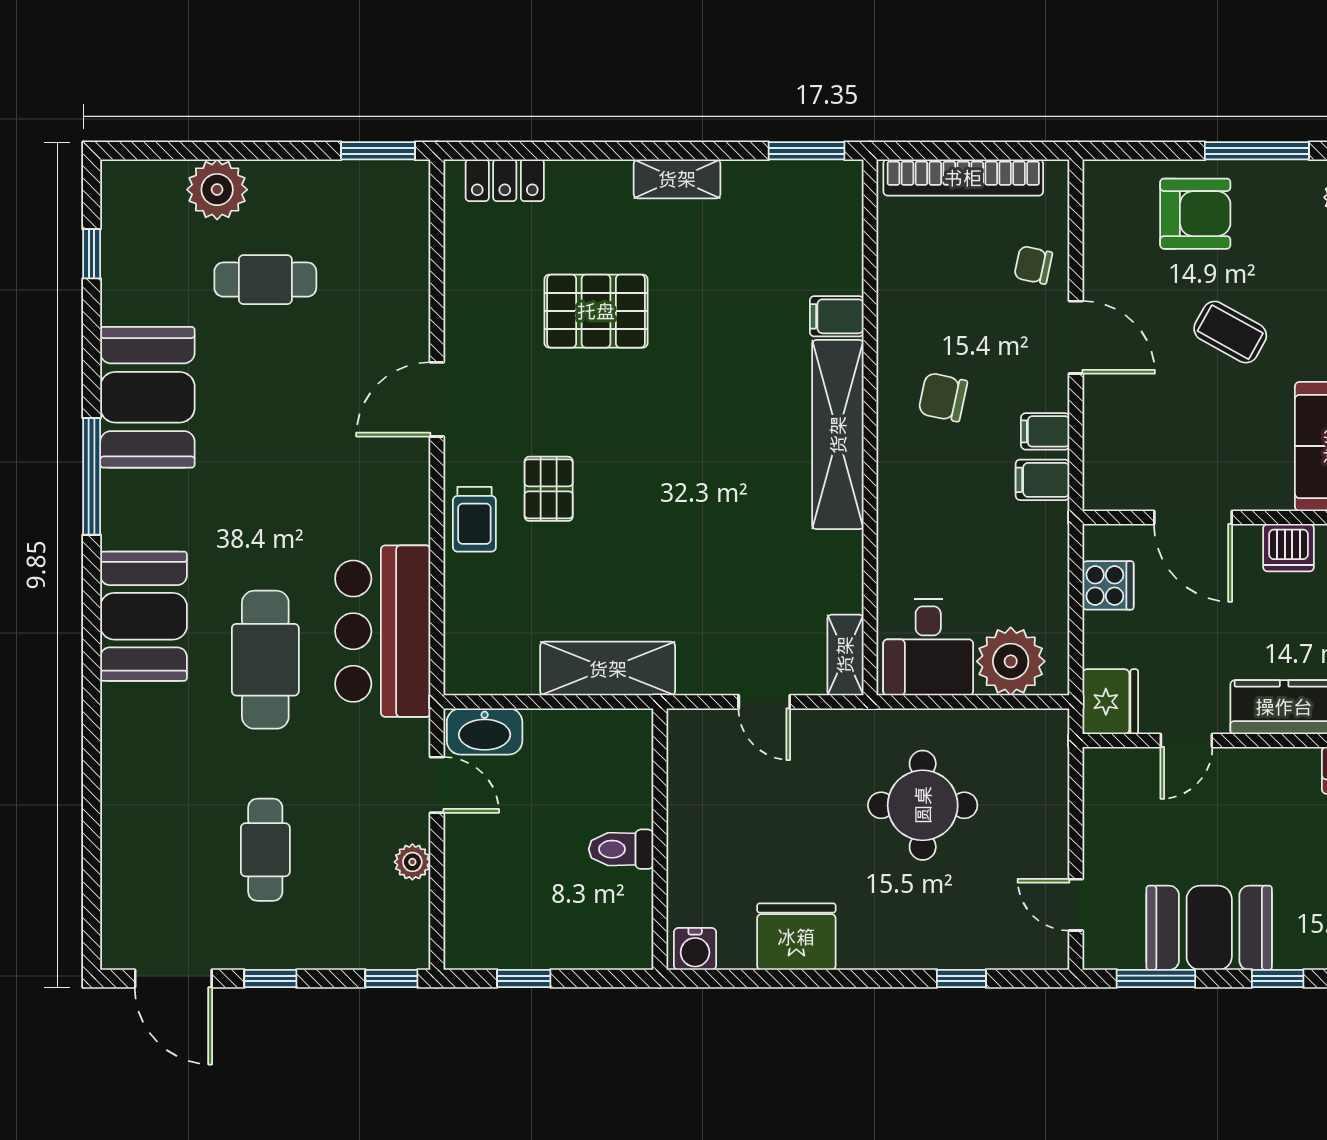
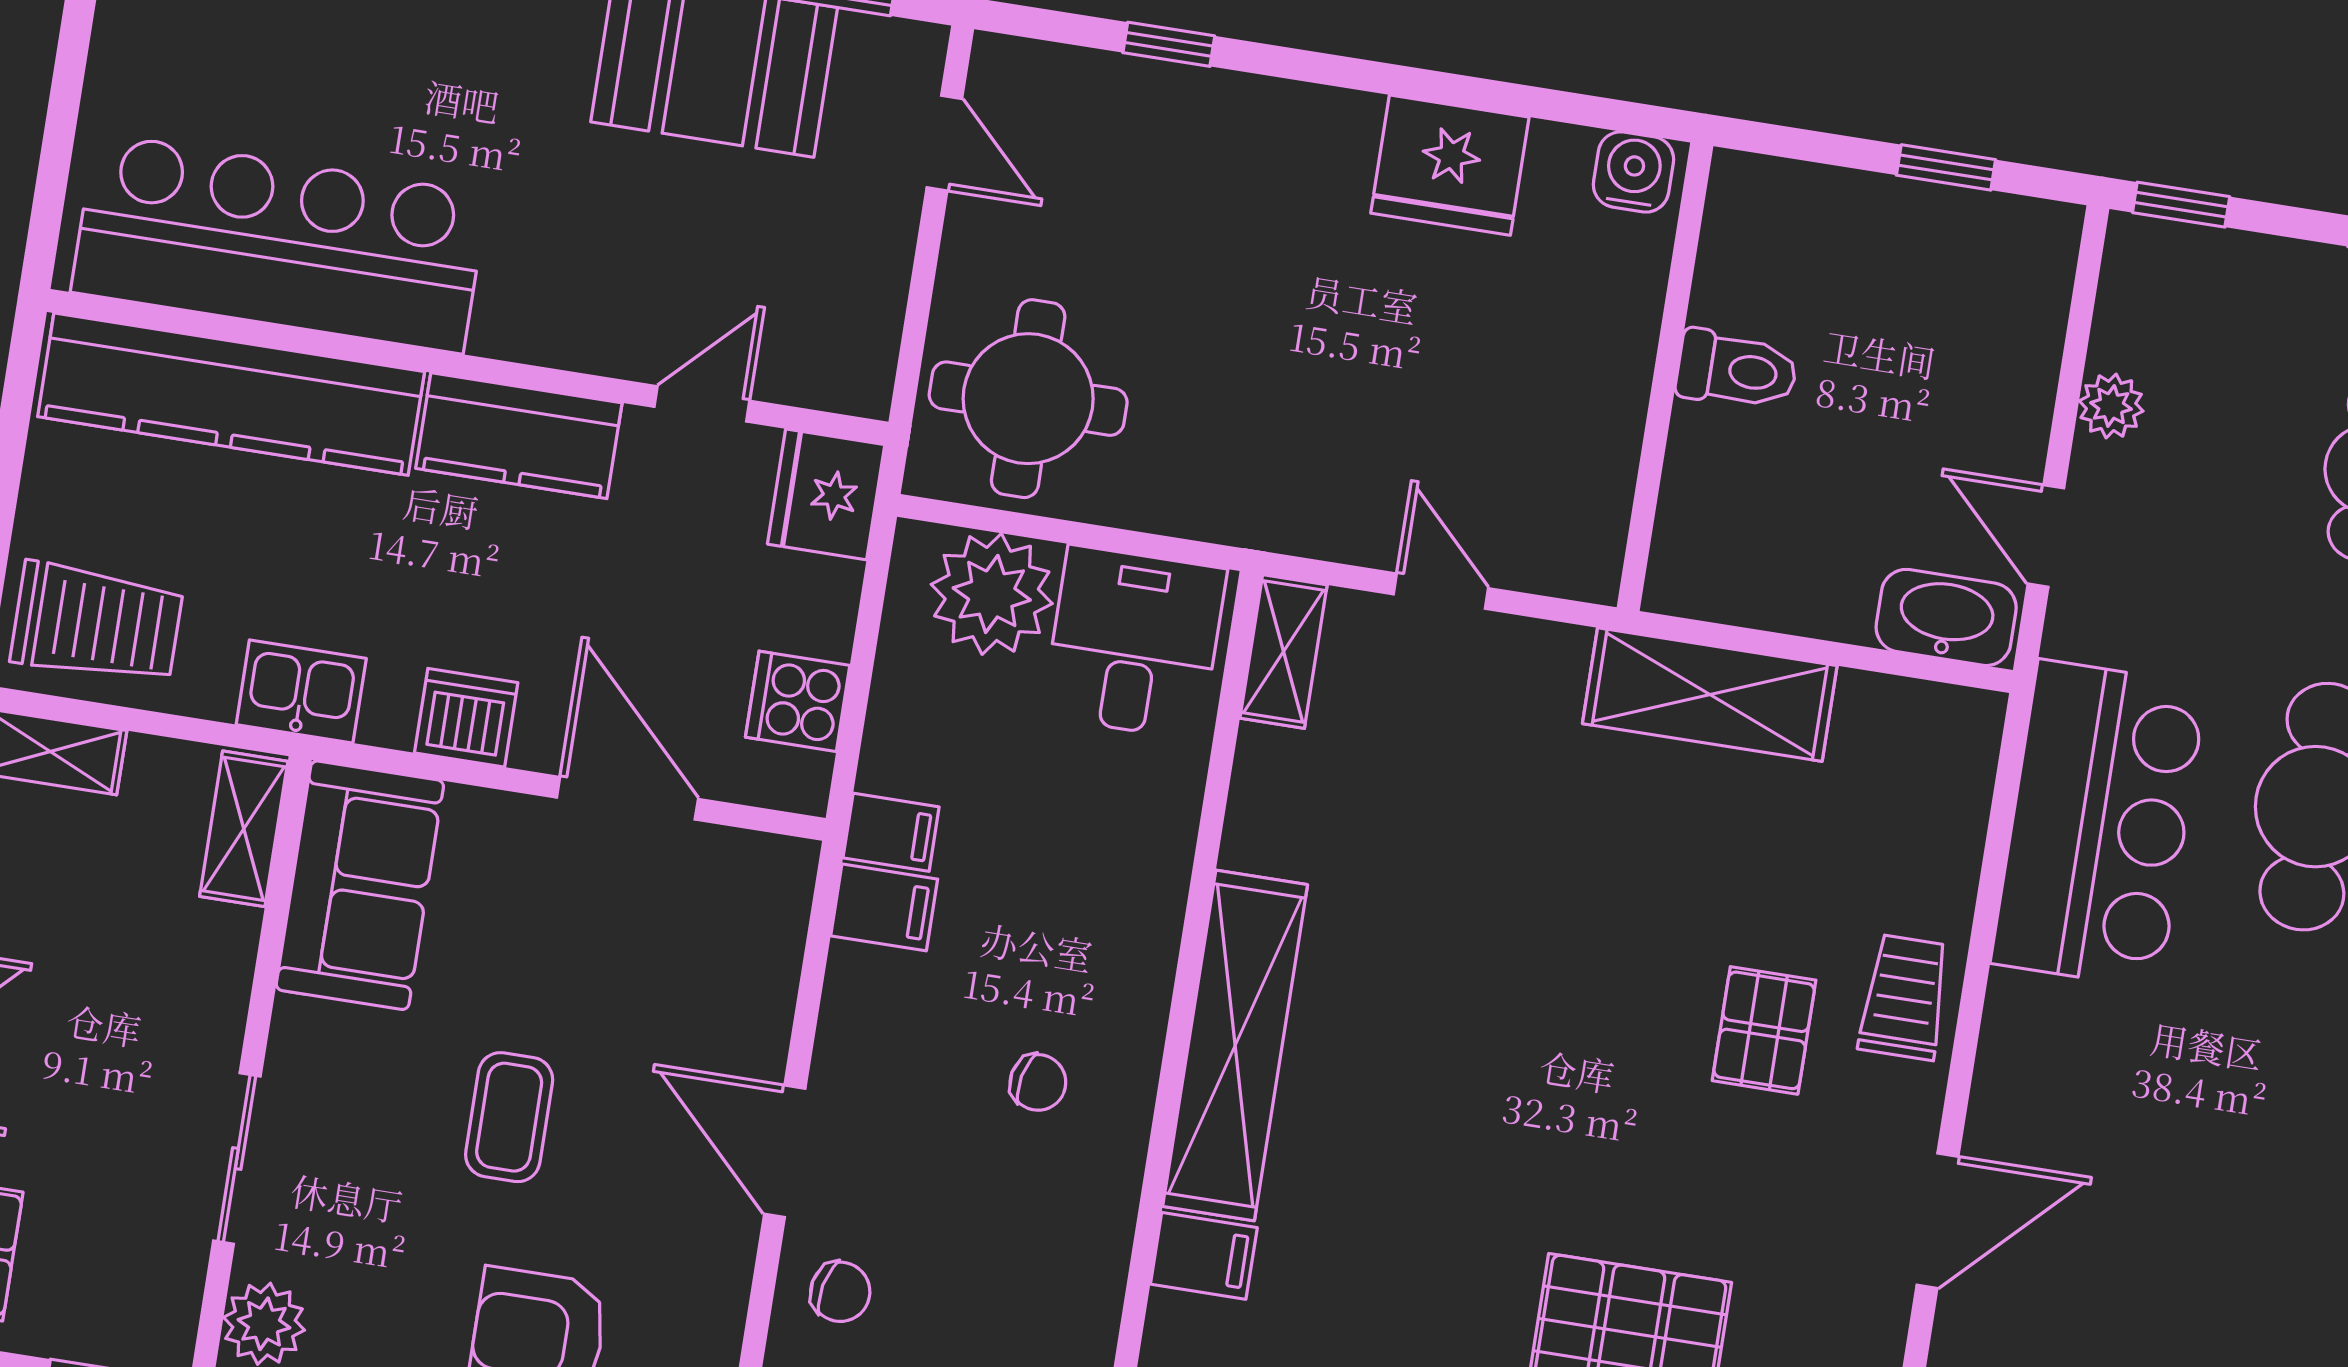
coffee table: (1230, 332) -> (509, 1117), turned 61
chair: (943, 397) -> (1038, 1082), width x0.73, depth x0.73
filing cabinet: (1045, 431) -> (891, 832), moved
round table: (923, 805) -> (1028, 399), moved

